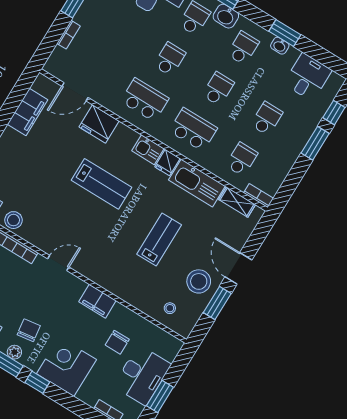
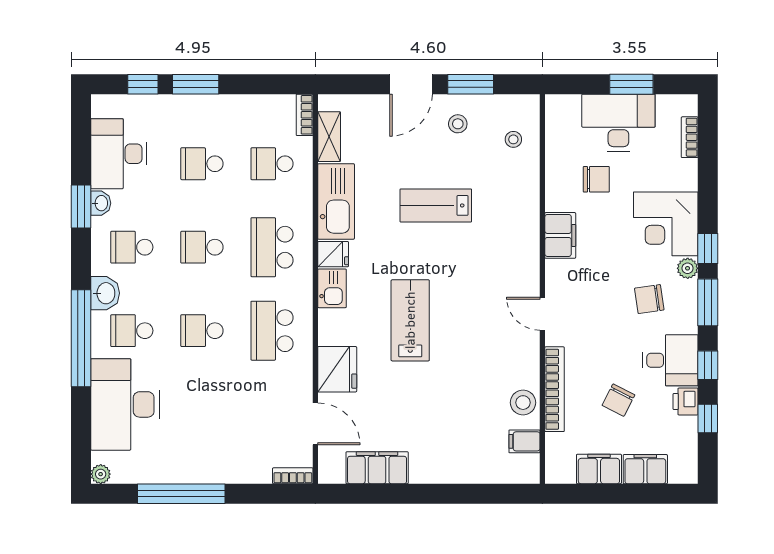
bookcase: (69, 35) -> (293, 476), moved
desk: (308, 77) -> (119, 154), width x1.37
stool: (199, 281) -> (458, 124), width x0.53, depth x0.53
plant: (14, 352) -> (688, 268), moved

